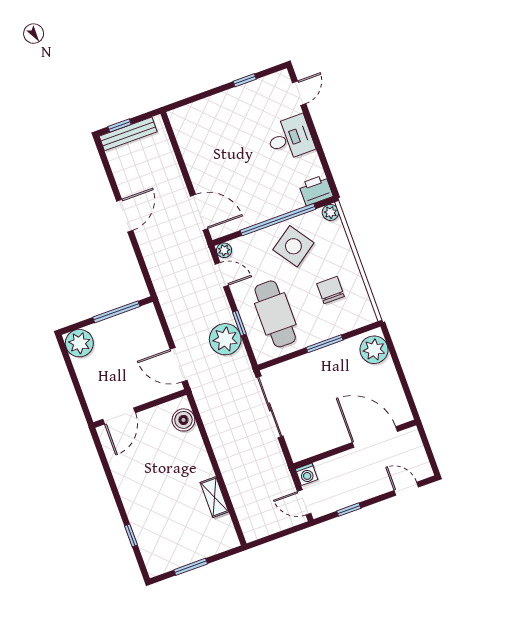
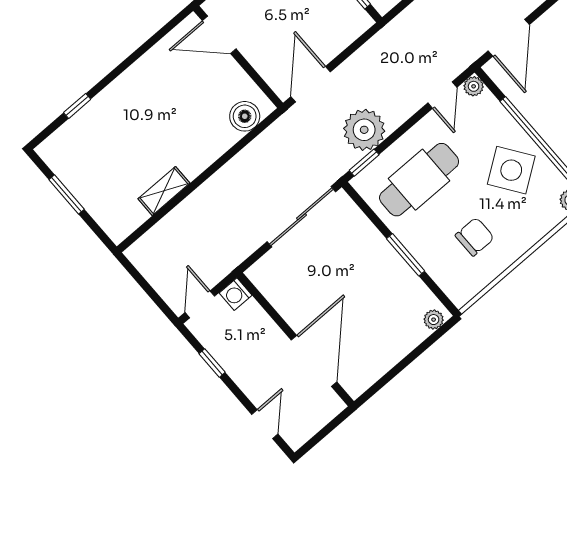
window: (239, 323) -> (364, 163), moved
plant: (374, 350) -> (434, 320), width x0.53, depth x0.53

